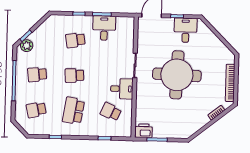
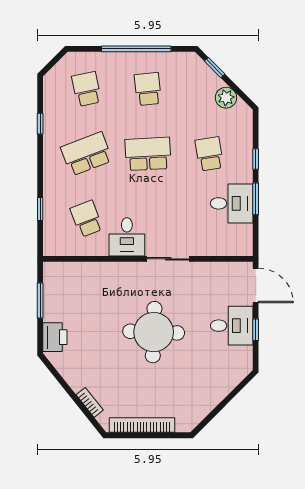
desk: (185, 30) -> (232, 326), moved
plant: (27, 46) -> (226, 98), moved
school desk: (74, 75) -> (148, 154), width x1.85
round table: (177, 75) -> (154, 332), width x0.73, depth x0.73
school desk: (73, 111) -> (86, 154), turned -30
school desk: (111, 112) -> (86, 219), turned -45
printer: (144, 131) -> (55, 337), moved

